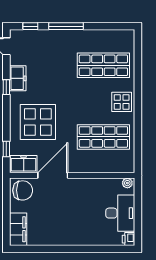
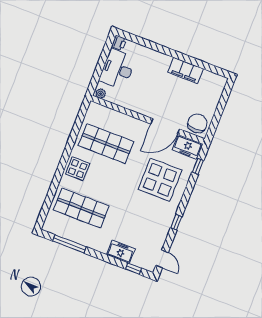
window: (66, 26) -> (69, 244), moved
freezer: (18, 78) -> (121, 252), moved, turned 90
chair: (23, 190) -> (197, 123), turned 90
filing cabinet: (18, 229) -> (186, 70), moved, turned -90

